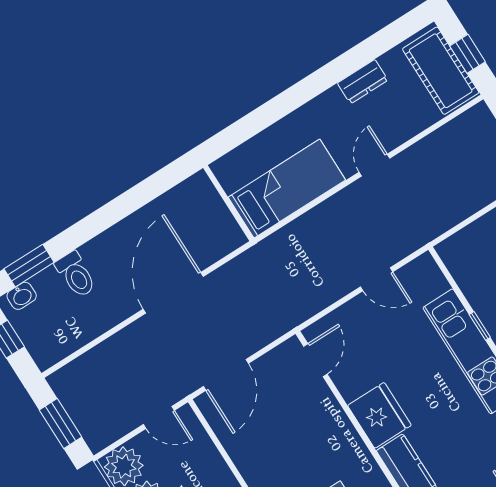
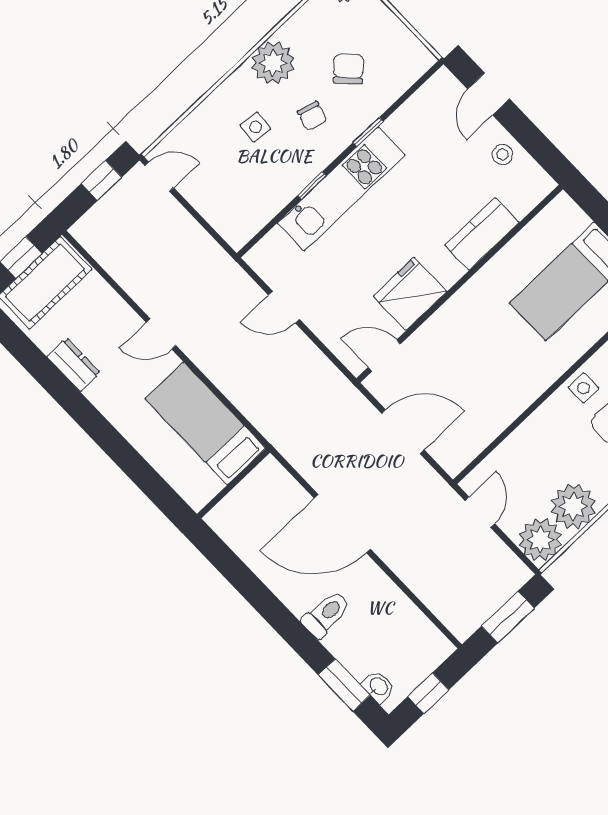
toilet: (76, 275) -> (326, 614), moved
door: (376, 279) -> (284, 307), swing flipped
door: (226, 375) -> (403, 432), moved
fridge: (379, 415) -> (410, 294), moved

